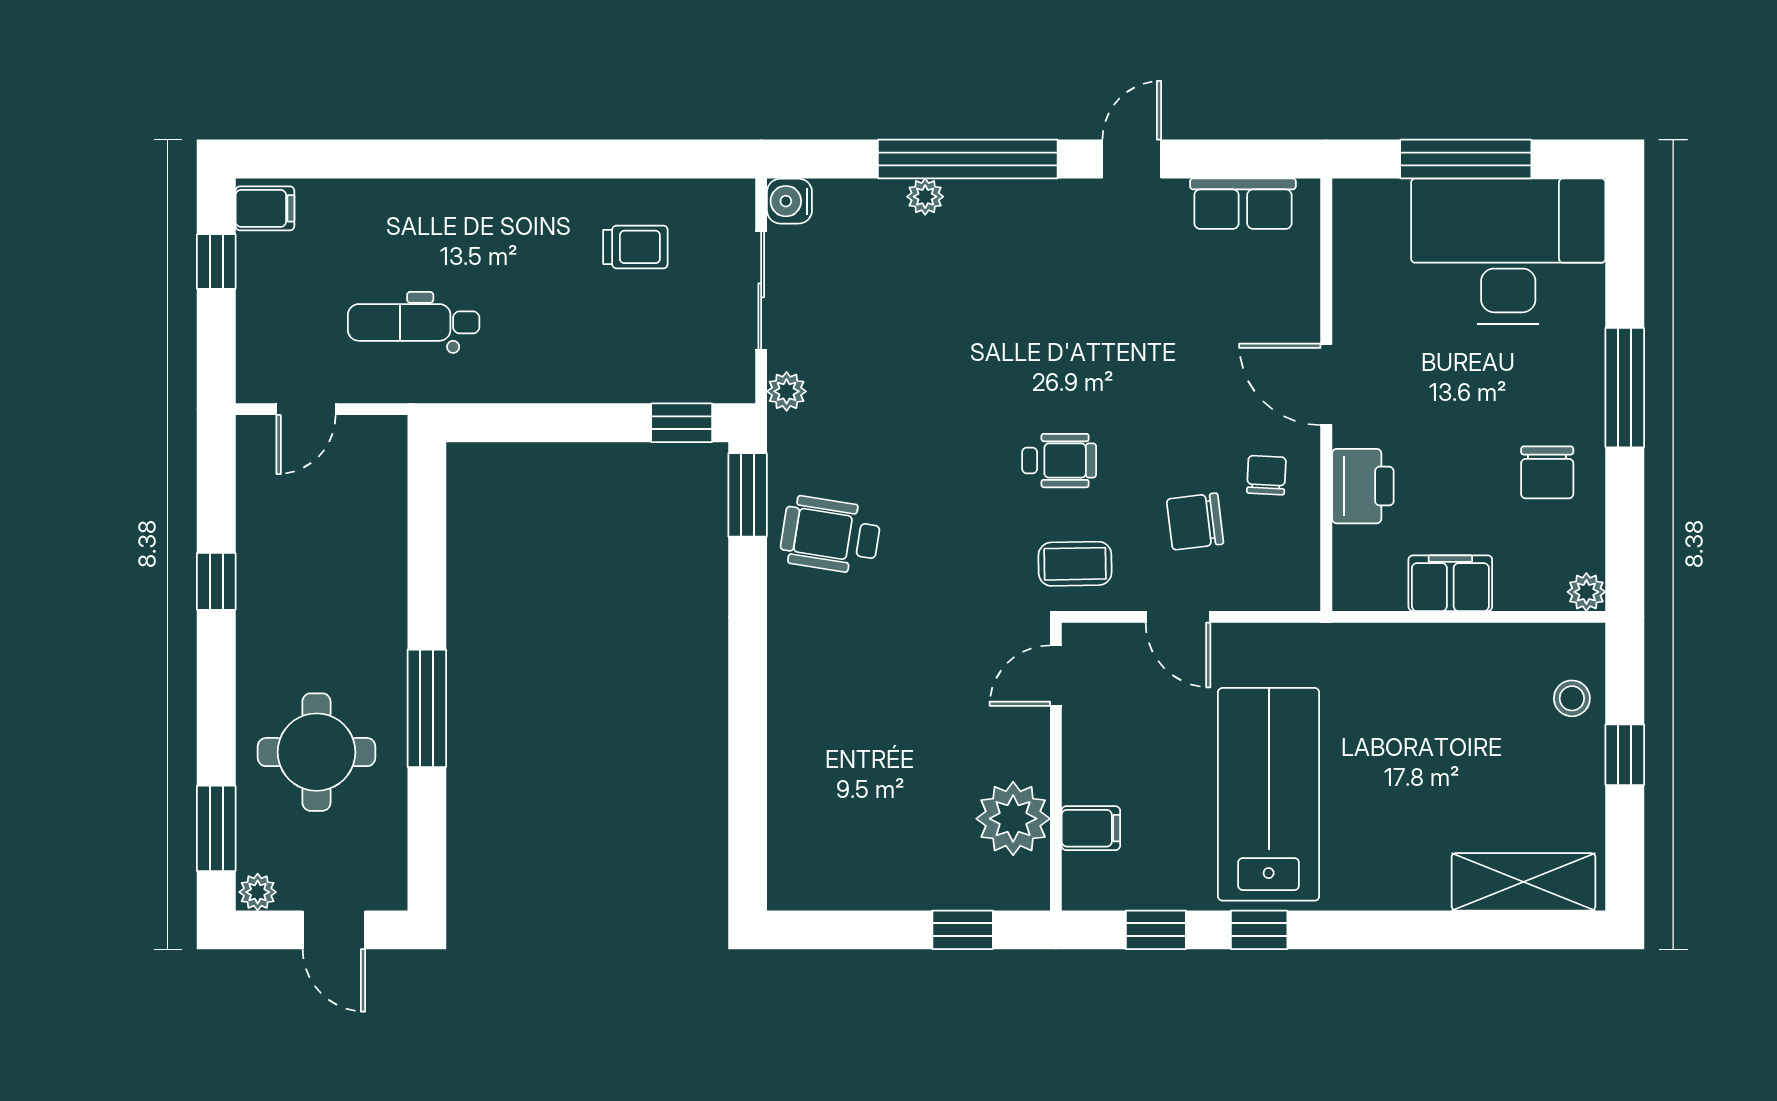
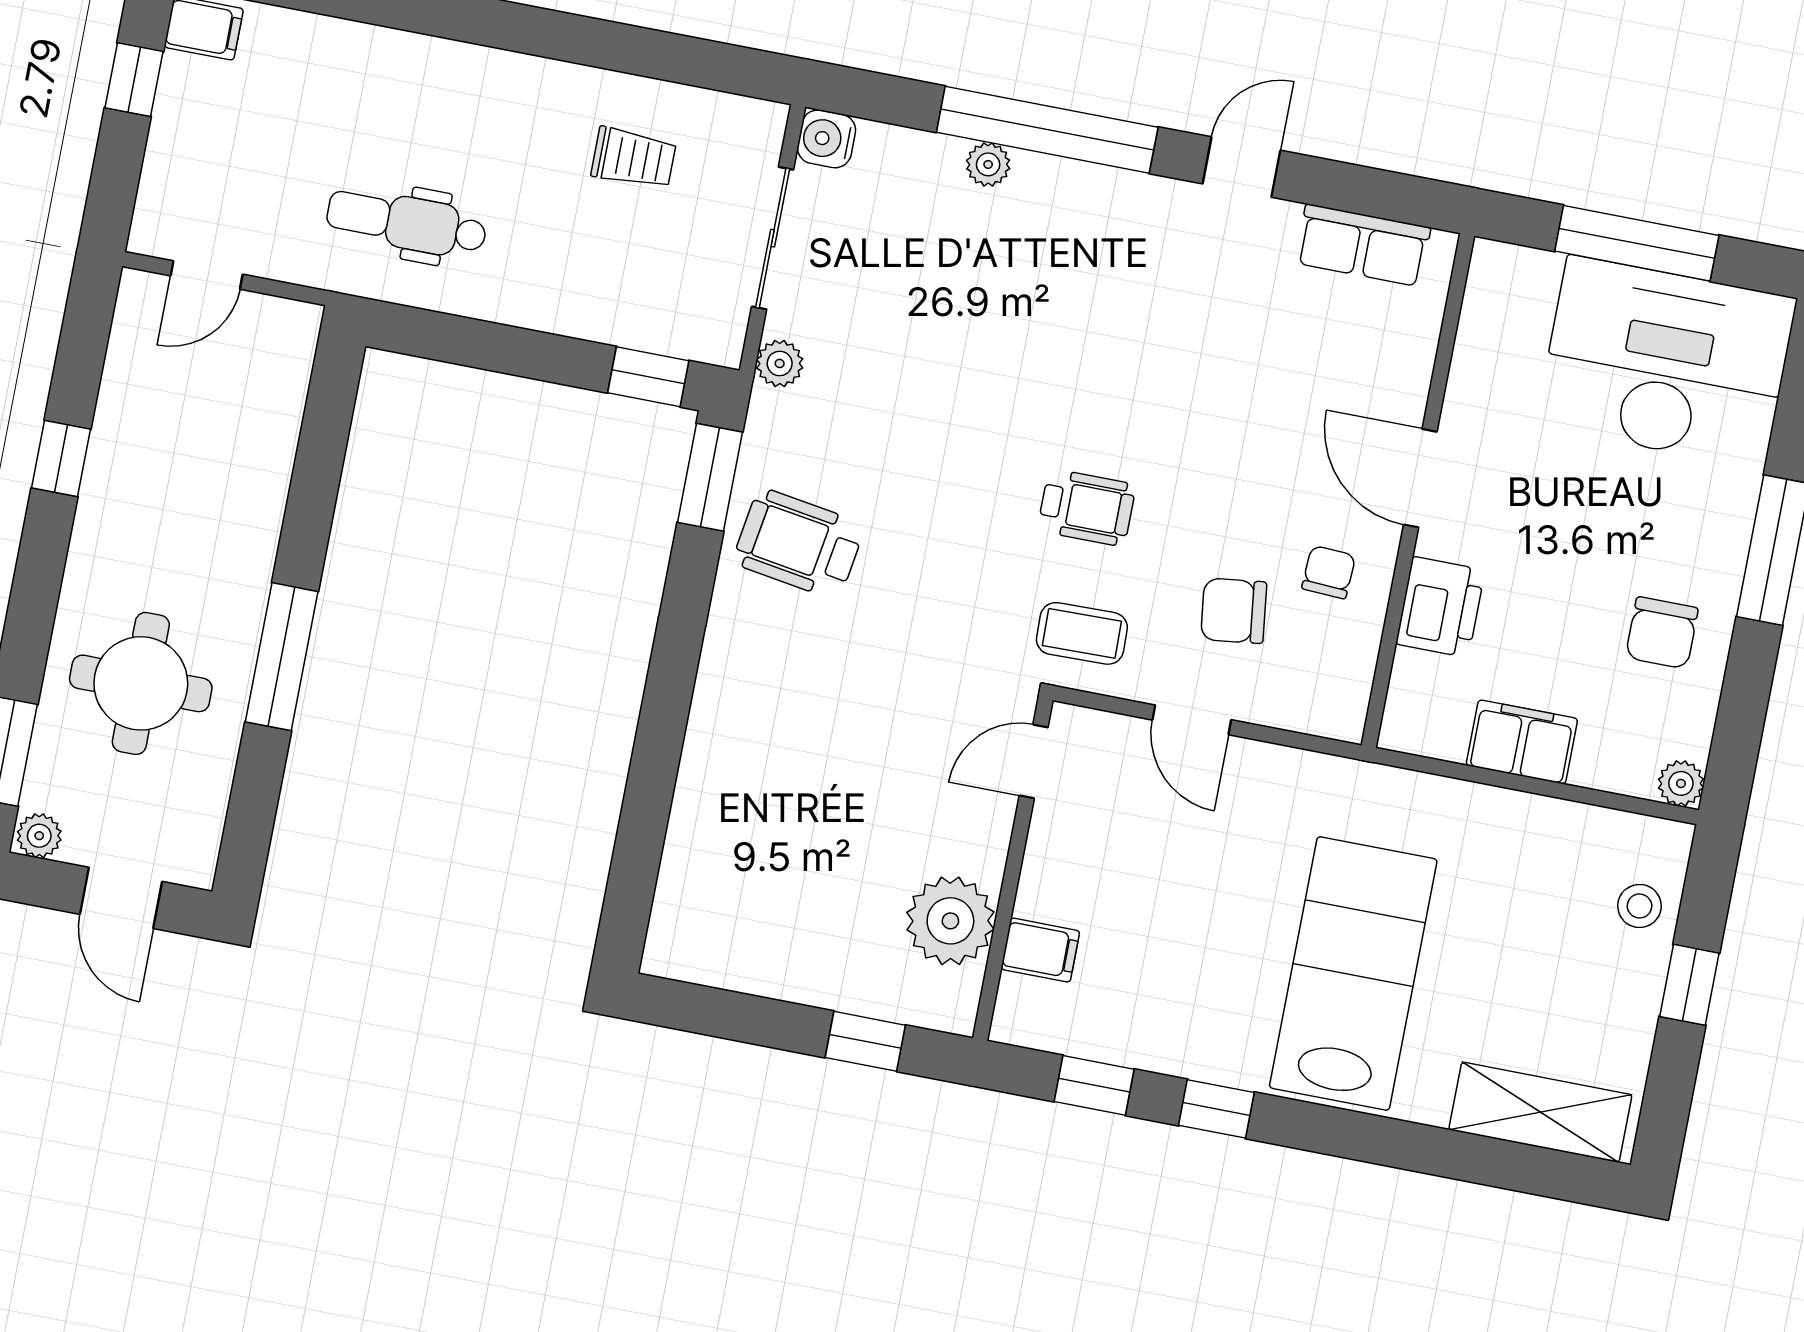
dental chair: (414, 322) -> (407, 223), moved
lab bench: (1269, 794) -> (1353, 973), moved

